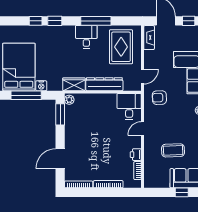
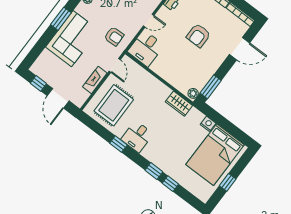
window: (96, 21) -> (118, 144), width x0.46
fireplace: (149, 38) -> (95, 80), moved
door: (143, 77) -> (115, 65), swing flipped
dresser: (104, 84) -> (153, 84), removed
window: (26, 95) -> (227, 126), removed
armchair: (98, 145) -> (198, 35), added

